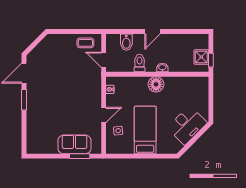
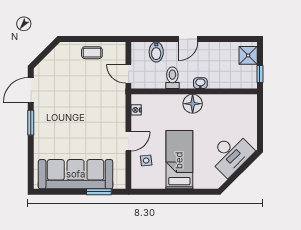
coffee table: (85, 43) -> (92, 53), moved
shower: (201, 57) -> (248, 55), moved
sofa: (74, 144) -> (76, 174), width x1.85, depth x1.27

